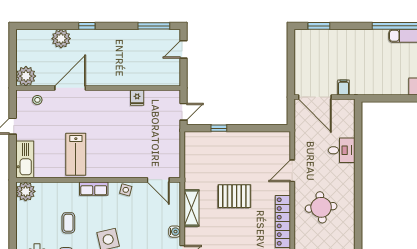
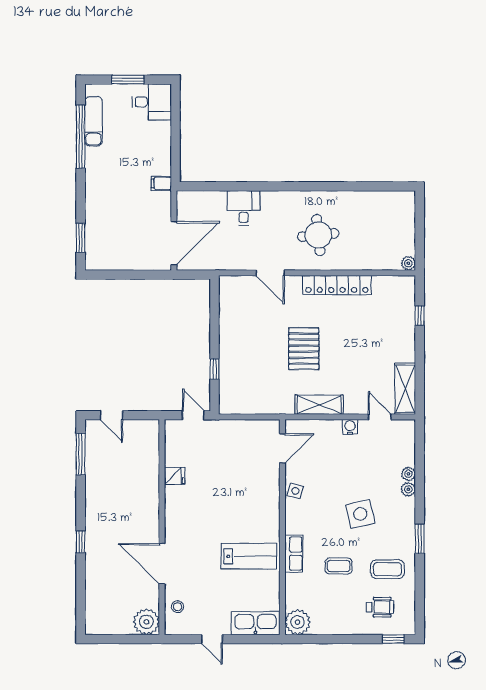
plant: (61, 39) -> (97, 576), removed
filing cabinet: (343, 87) -> (161, 183), moved
row of seats: (94, 189) -> (294, 554), moved

